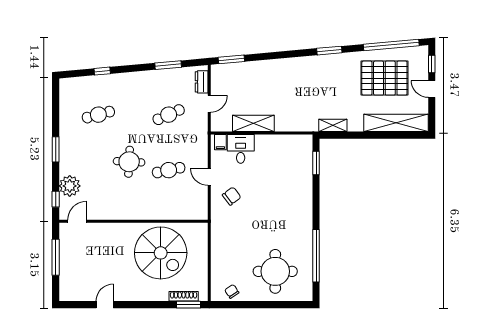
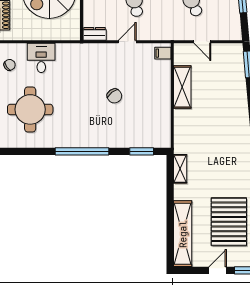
dresser: (202, 82) -> (95, 34), moved
desk: (241, 149) -> (41, 58), moved, turned -90
chair: (232, 196) -> (114, 96), moved
window: (316, 256) -> (82, 151), moved

